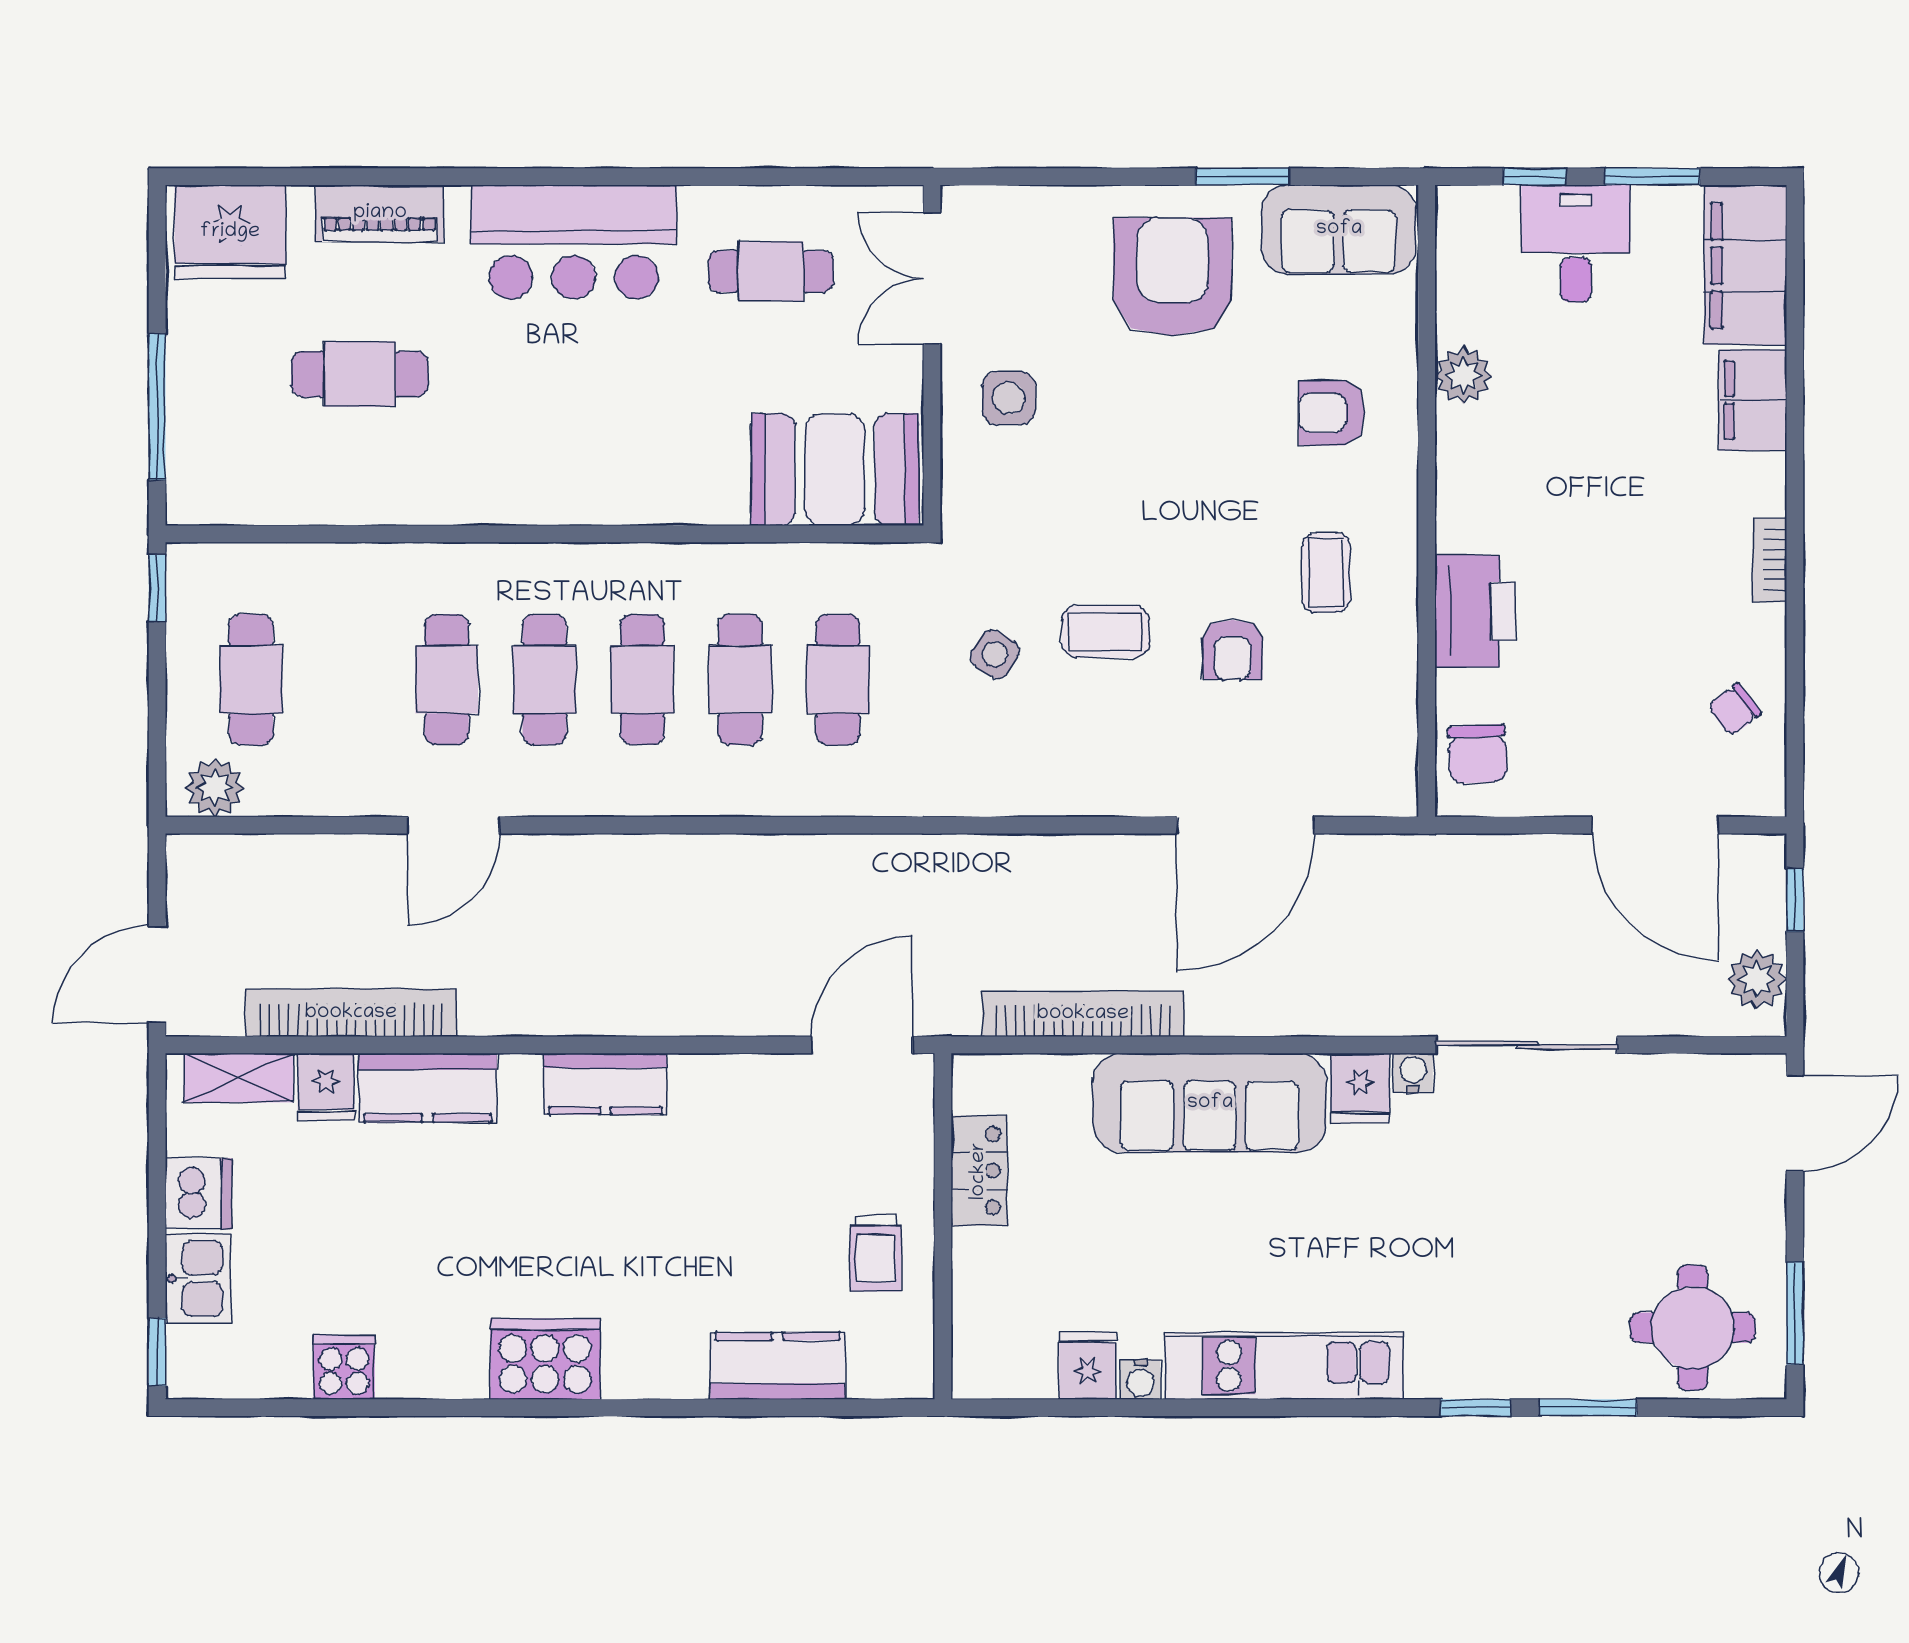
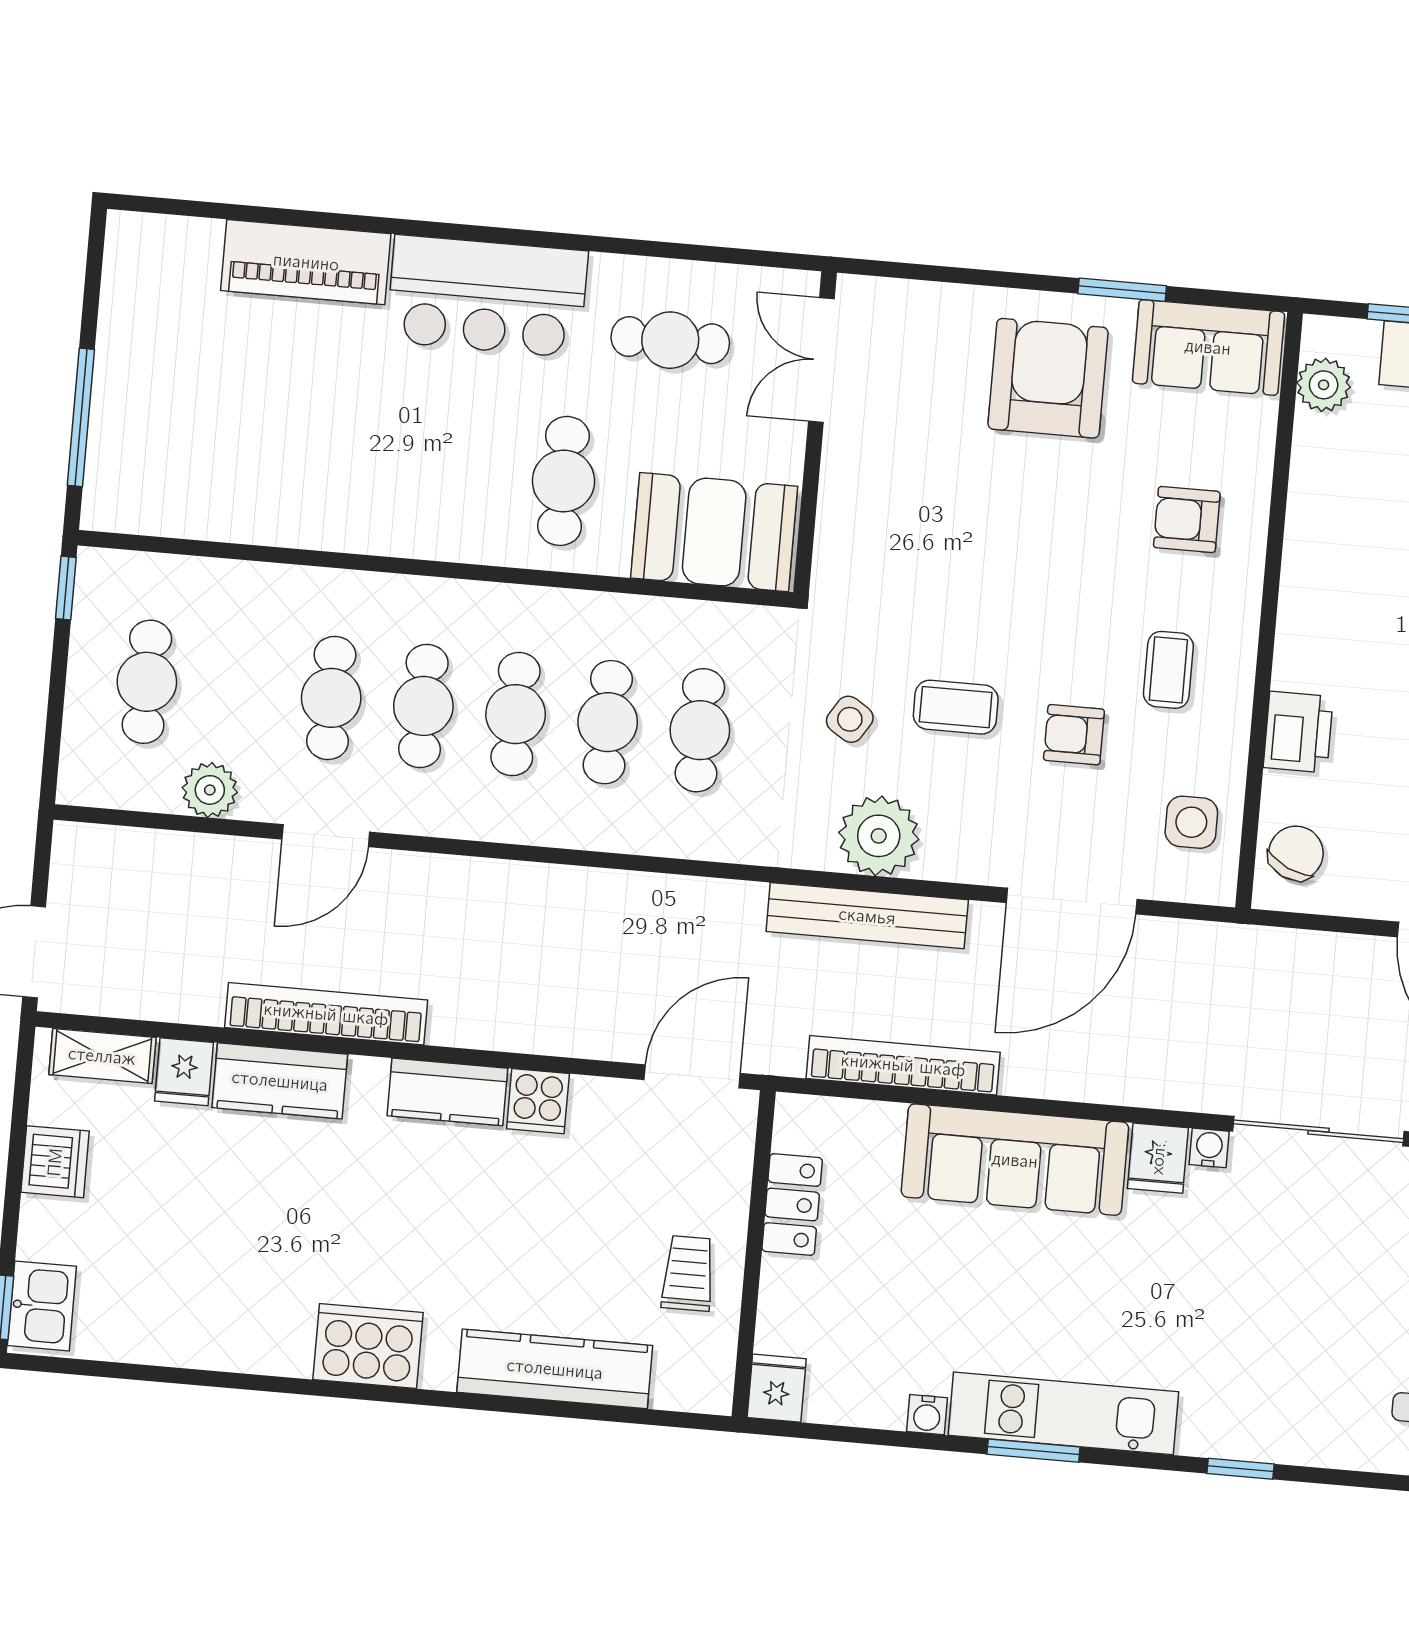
piano: (380, 213) -> (306, 262), width x1.37, depth x1.33
fridge: (230, 232) -> (164, 258), removed
cafe table: (360, 374) -> (563, 481), moved, turned 90
plant: (1463, 376) -> (1324, 385), moved
side table: (1009, 398) -> (1191, 822), moved
printer: (1475, 611) -> (1298, 732), width x0.73, depth x0.84
armchair: (1233, 650) -> (1074, 735), turned 90
chair: (1477, 754) -> (1296, 853), turned -152
plant: (1036, 774) -> (879, 836), added
plant: (215, 788) -> (210, 790), moved
bench: (1031, 860) -> (867, 916), added
bookcase: (351, 1013) -> (326, 1014), moved
trolley: (876, 1253) -> (688, 1273), turned 180
kitchen sink: (198, 1279) -> (42, 1306), moved
kitchen counter: (778, 1366) -> (555, 1369), width x1.50
fridge: (1088, 1366) -> (777, 1388), moved
cooker: (344, 1367) -> (538, 1101), moved, turned 180
window: (1588, 1408) -> (1033, 1451), moved

